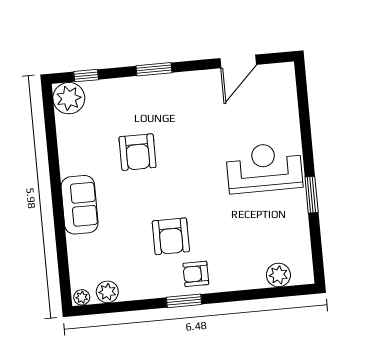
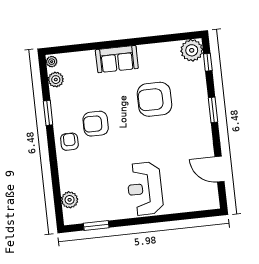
armchair: (138, 152) -> (155, 99), width x1.36, depth x1.36
reception desk: (264, 168) -> (145, 189), turned 180
window: (312, 195) -> (96, 226), moved
window: (184, 301) -> (48, 113), moved

